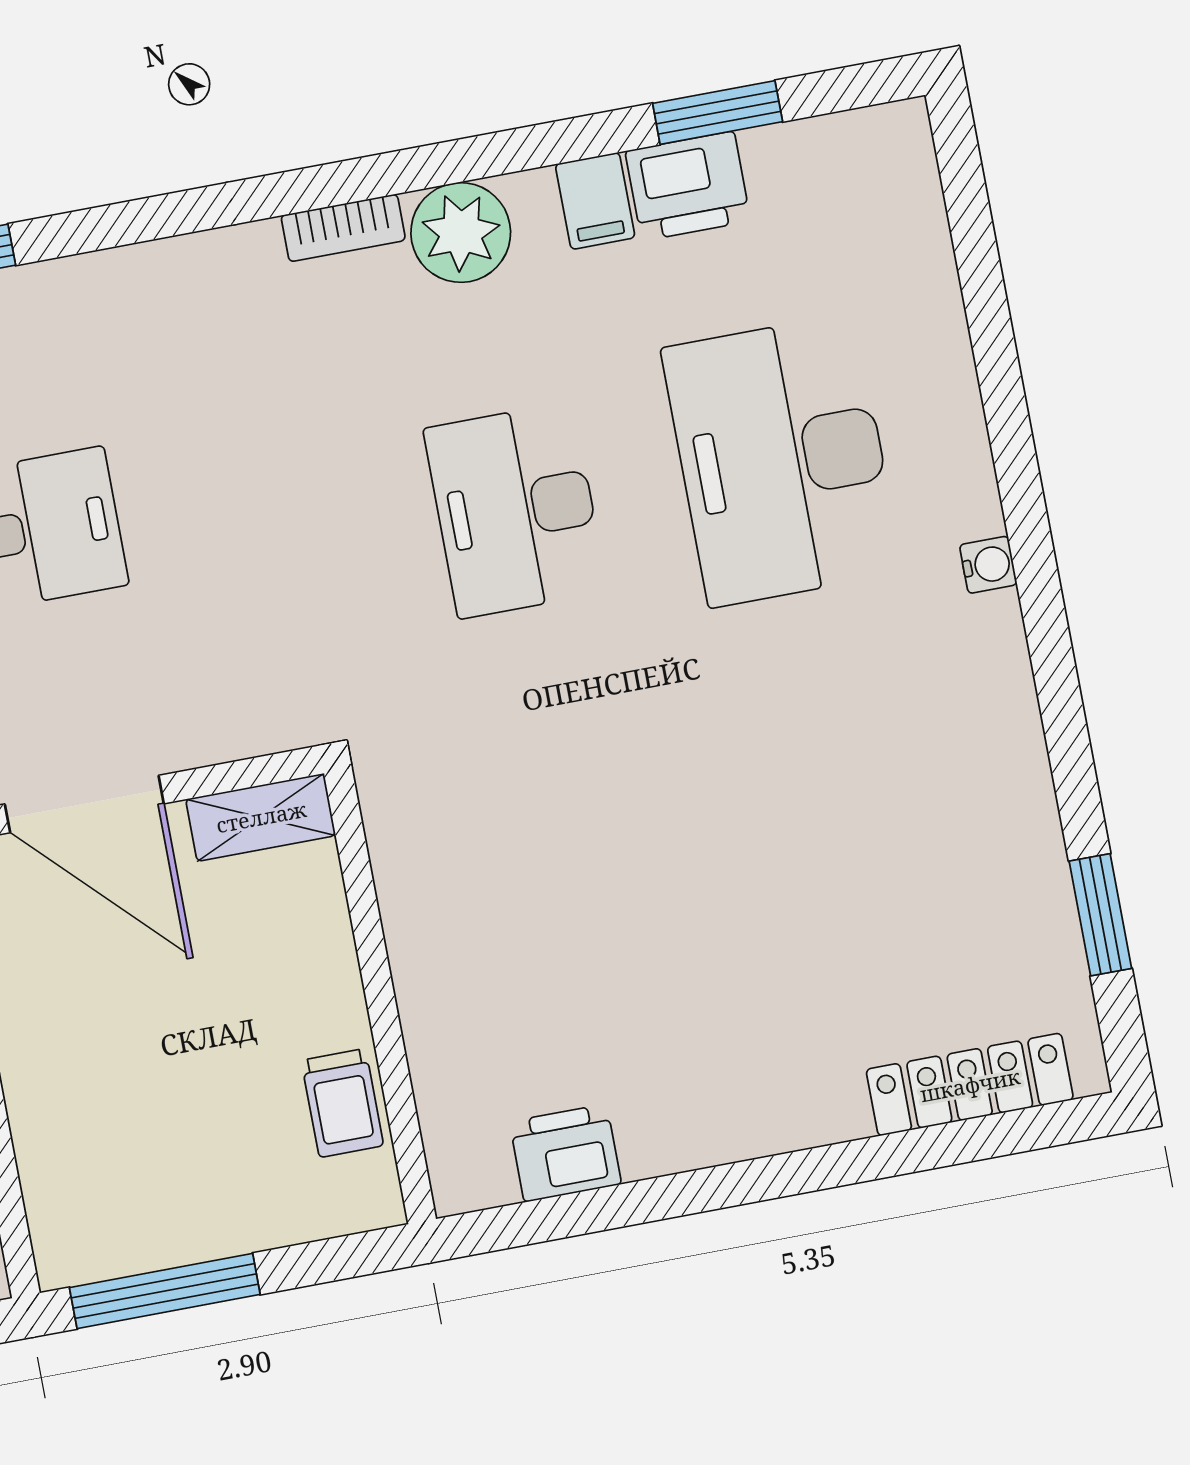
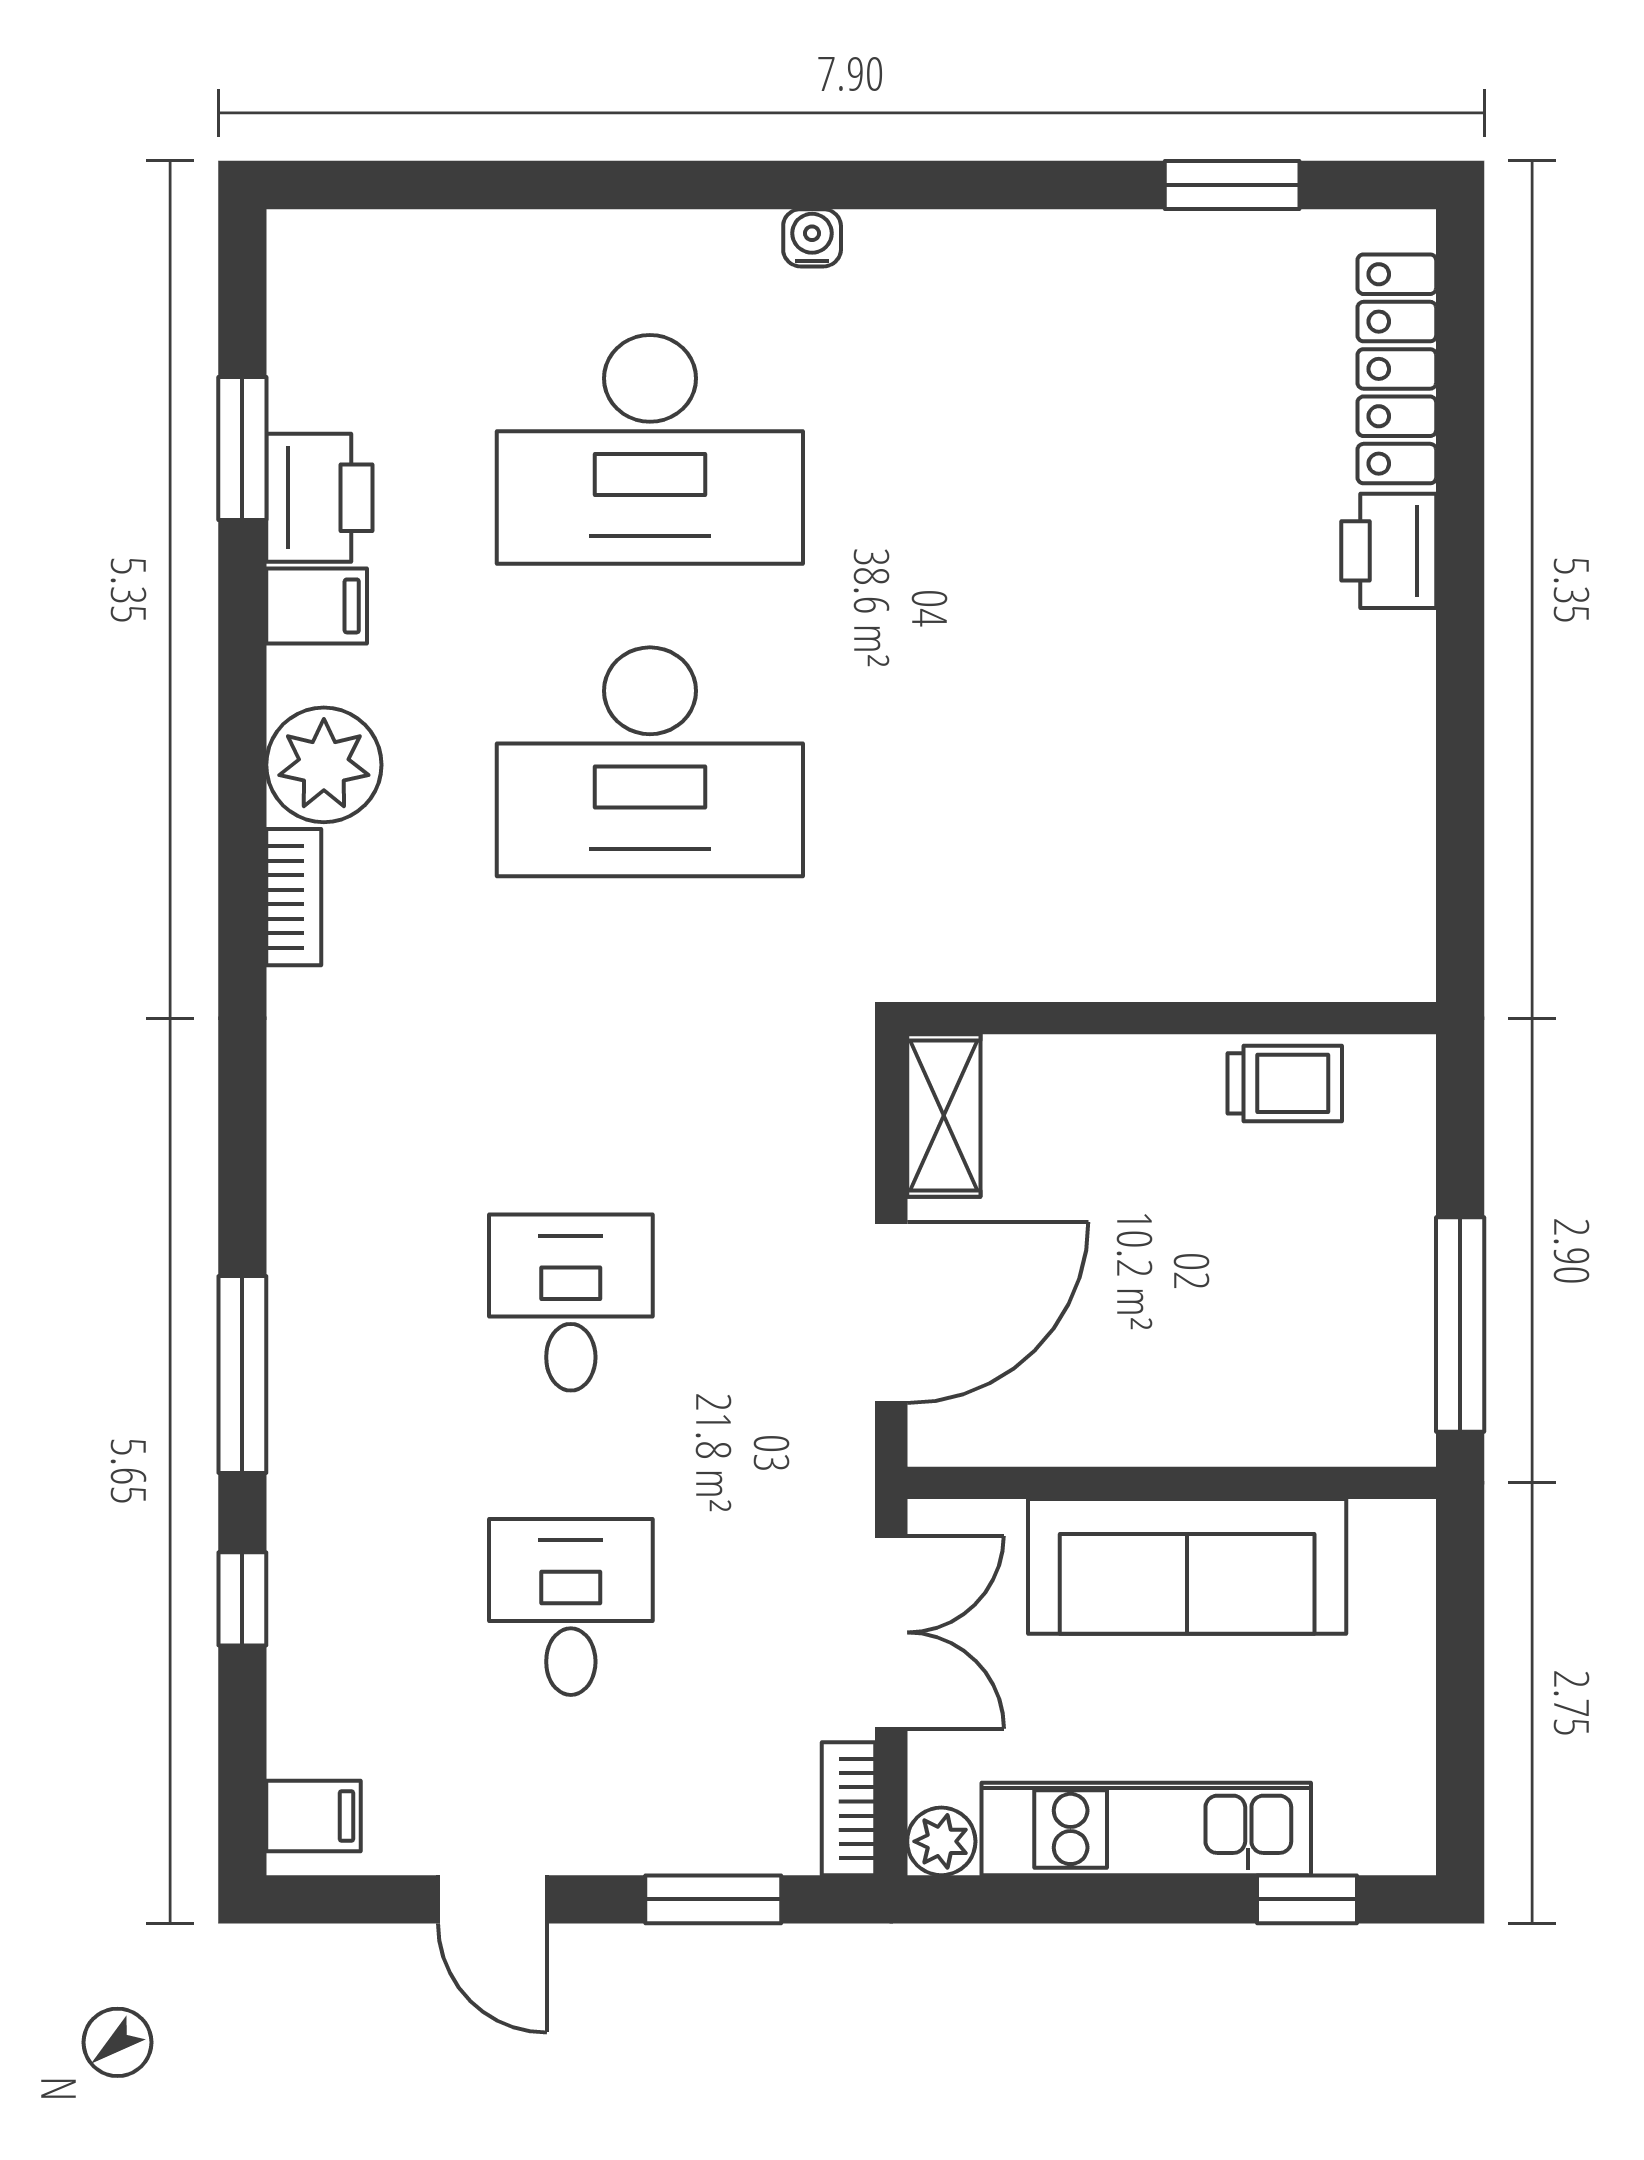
desk: (515, 510) -> (650, 762), width x1.36, depth x1.30
printer: (565, 1153) -> (1389, 551), moved

